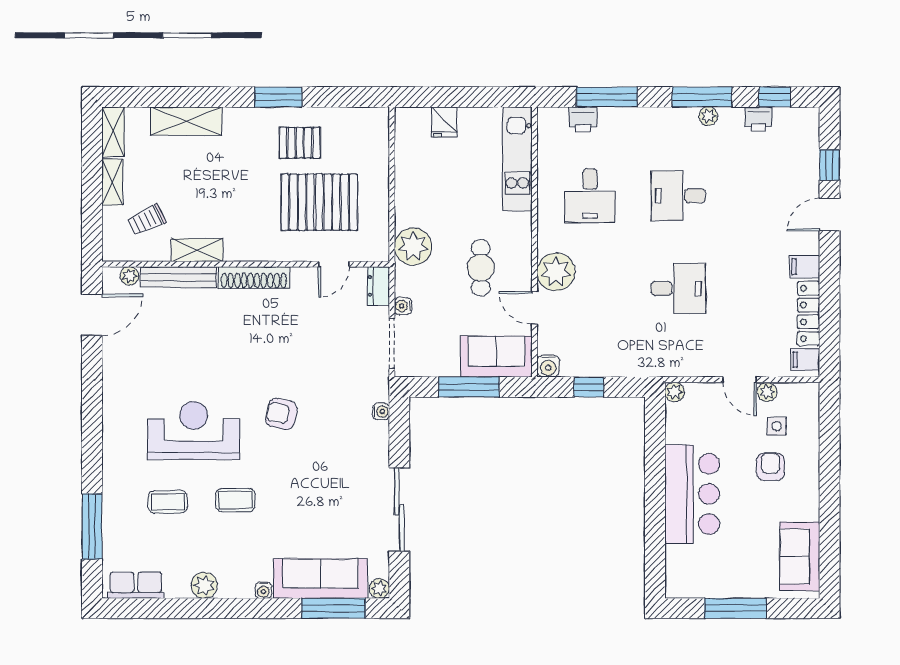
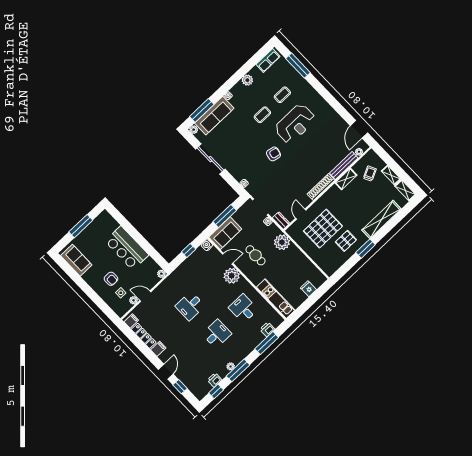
shelving: (186, 121) -> (381, 219), width x1.47

